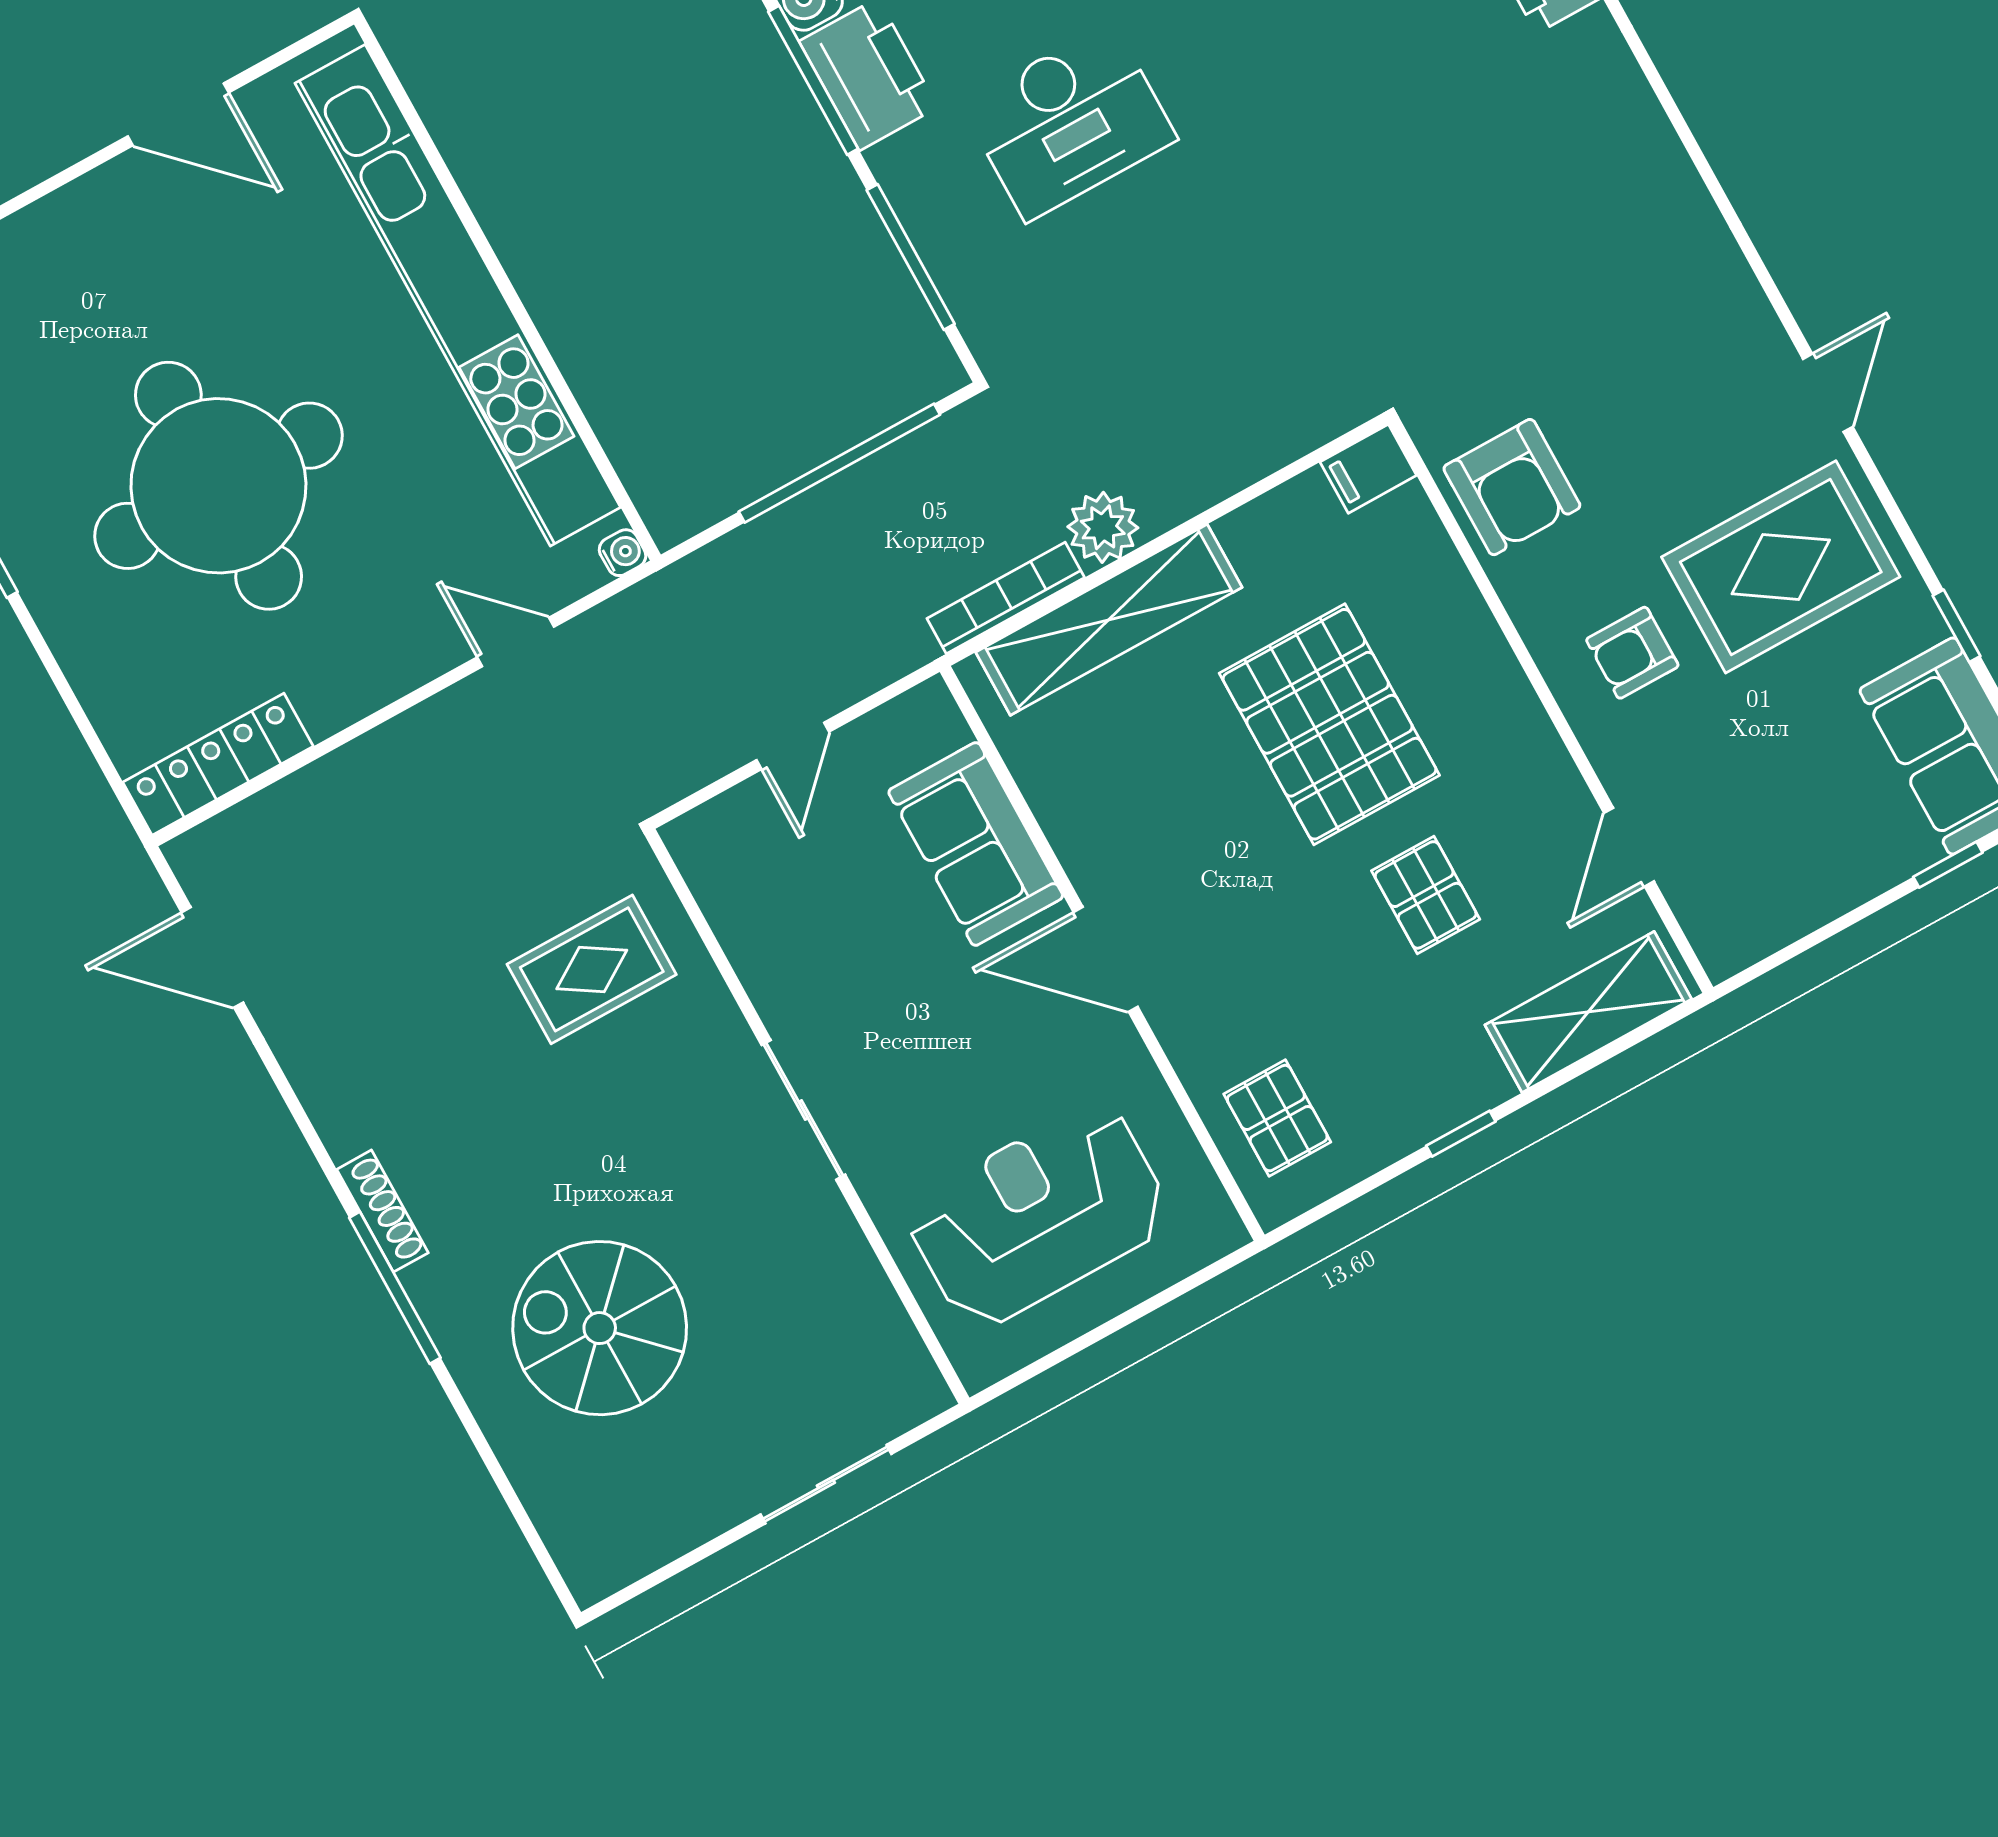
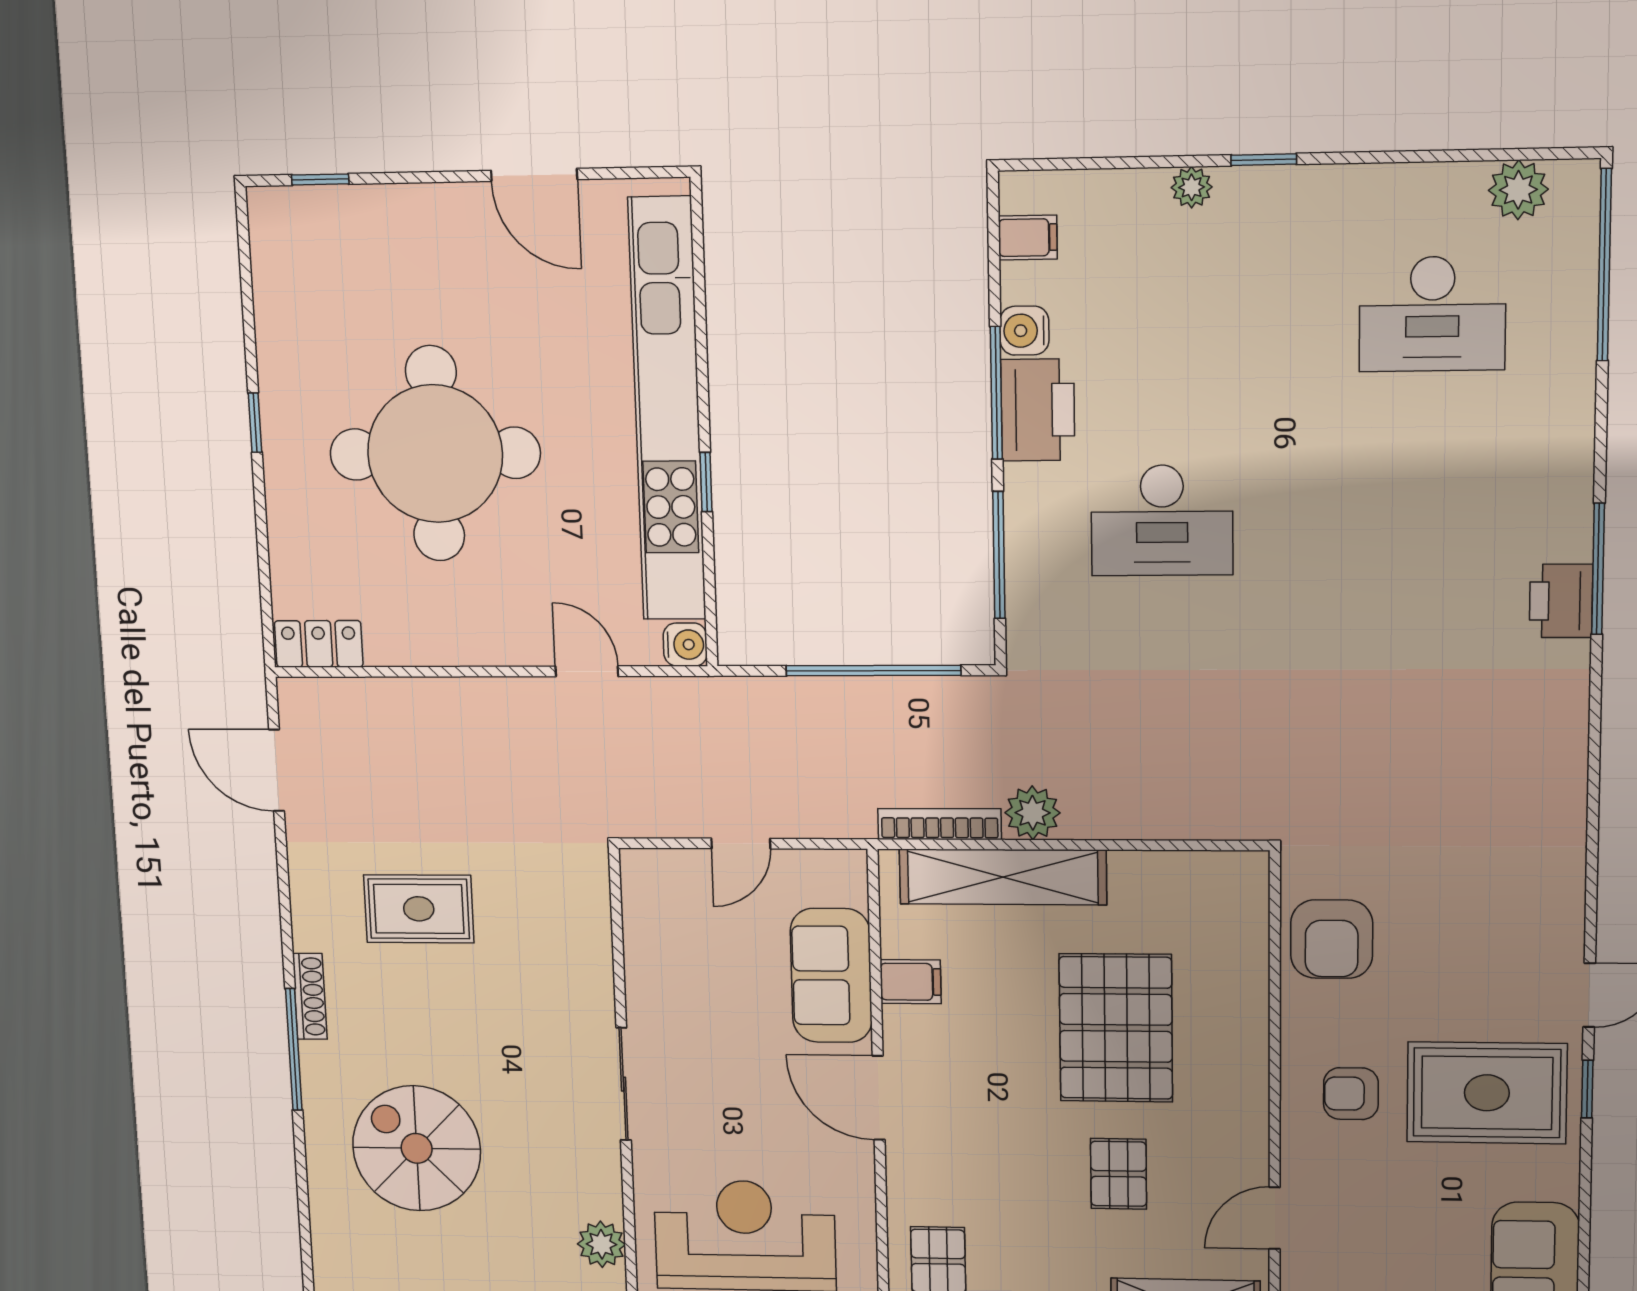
window: (542, 352) -> (706, 482), added
filing cabinet: (1368, 469) -> (911, 982), moved, turned 180
water cooler: (623, 553) -> (685, 645), width x1.38, depth x1.38
window: (1956, 626) -> (1587, 1089), moved
locker: (218, 764) -> (319, 644), width x0.66
rug: (592, 969) -> (419, 909), moved
plant: (876, 1323) -> (601, 1244), added

